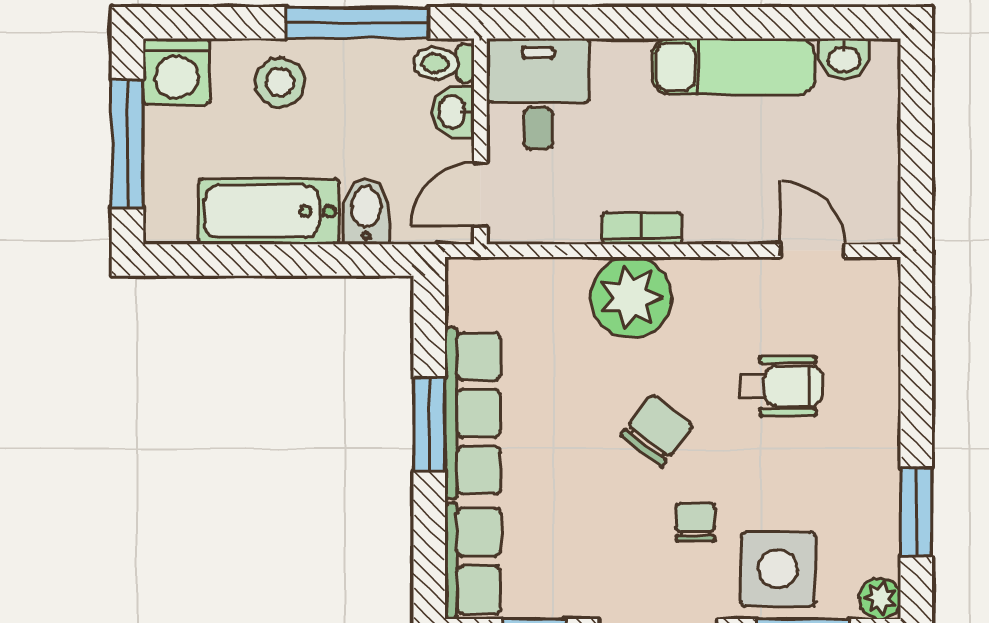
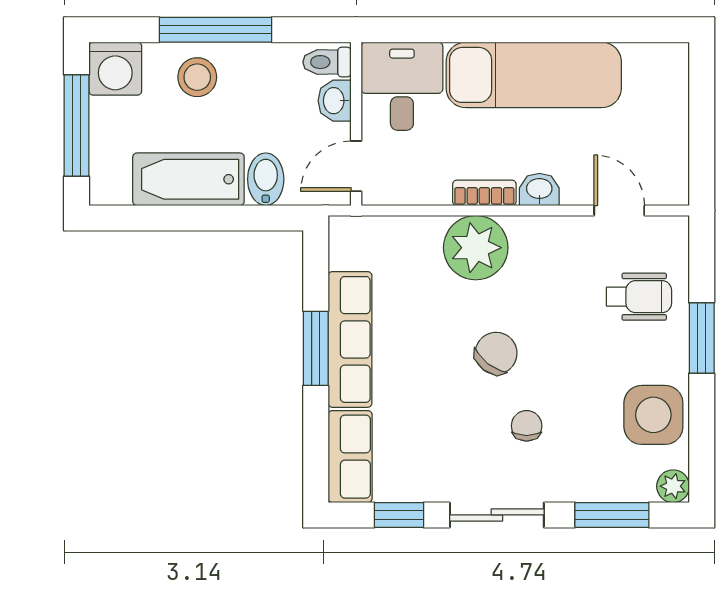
window: (357, 23) -> (216, 30), moved
washbasin: (844, 59) -> (539, 189), moved, turned 180
exam couch: (734, 67) -> (534, 75), width x1.36, depth x1.45
wheelchair: (781, 386) -> (639, 297), moved
window: (916, 512) -> (702, 338), moved
side table: (778, 569) -> (653, 415), moved

